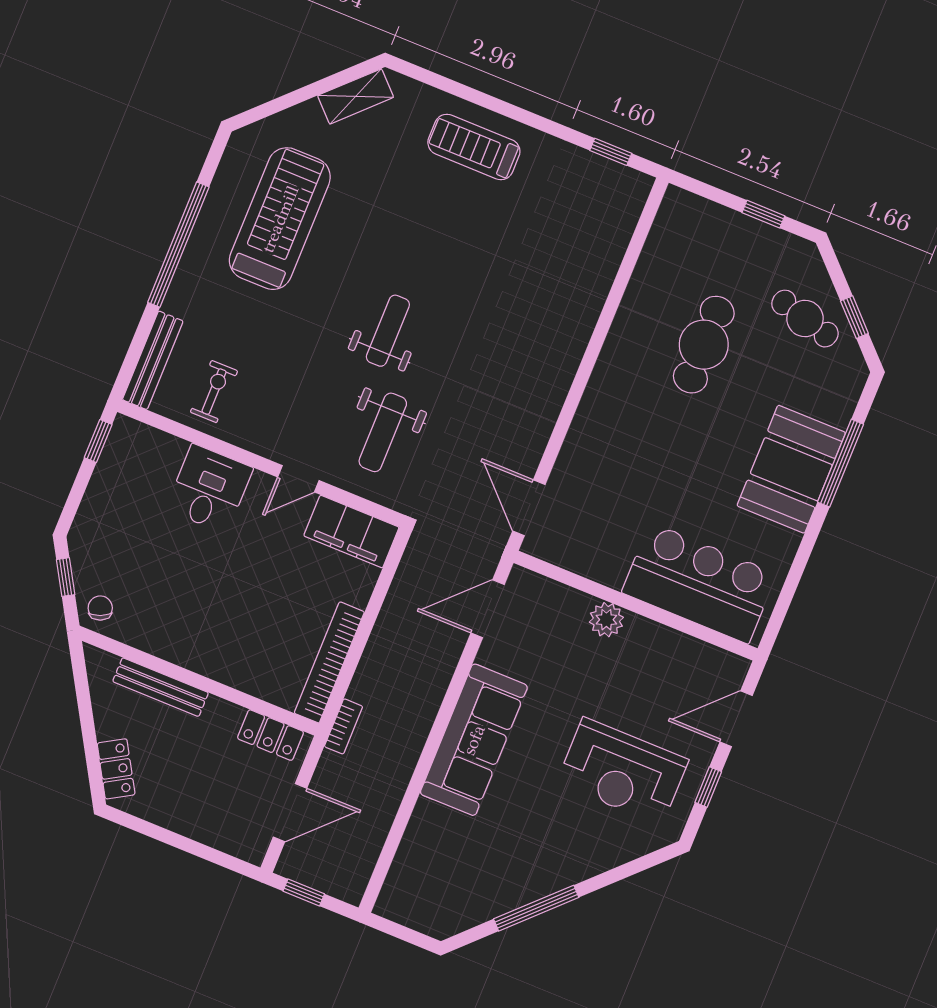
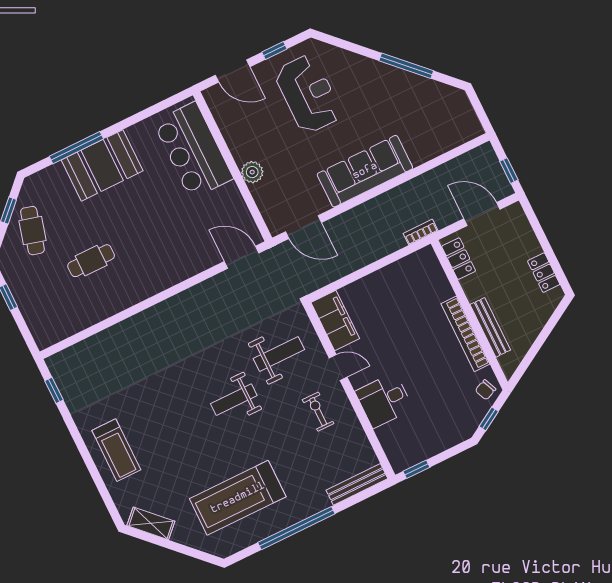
cafe table: (704, 345) -> (91, 261), width x0.73, depth x0.74
exercise bike: (214, 392) -> (318, 412), moved, turned 90
door: (529, 508) -> (242, 257), swing flipped
bookcase: (329, 662) -> (465, 334), moved, turned 90
locker: (116, 769) -> (544, 273), moved, turned -59

